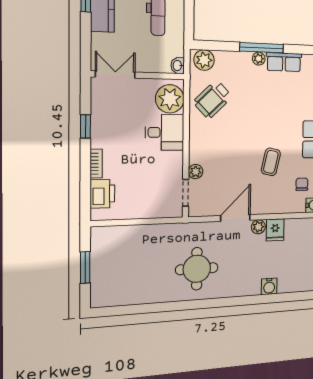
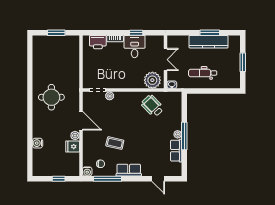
plant: (204, 60) -> (176, 100), removed
double door: (115, 75) -> (166, 60), moved
desk: (164, 132) -> (135, 47), moved, turned 180

